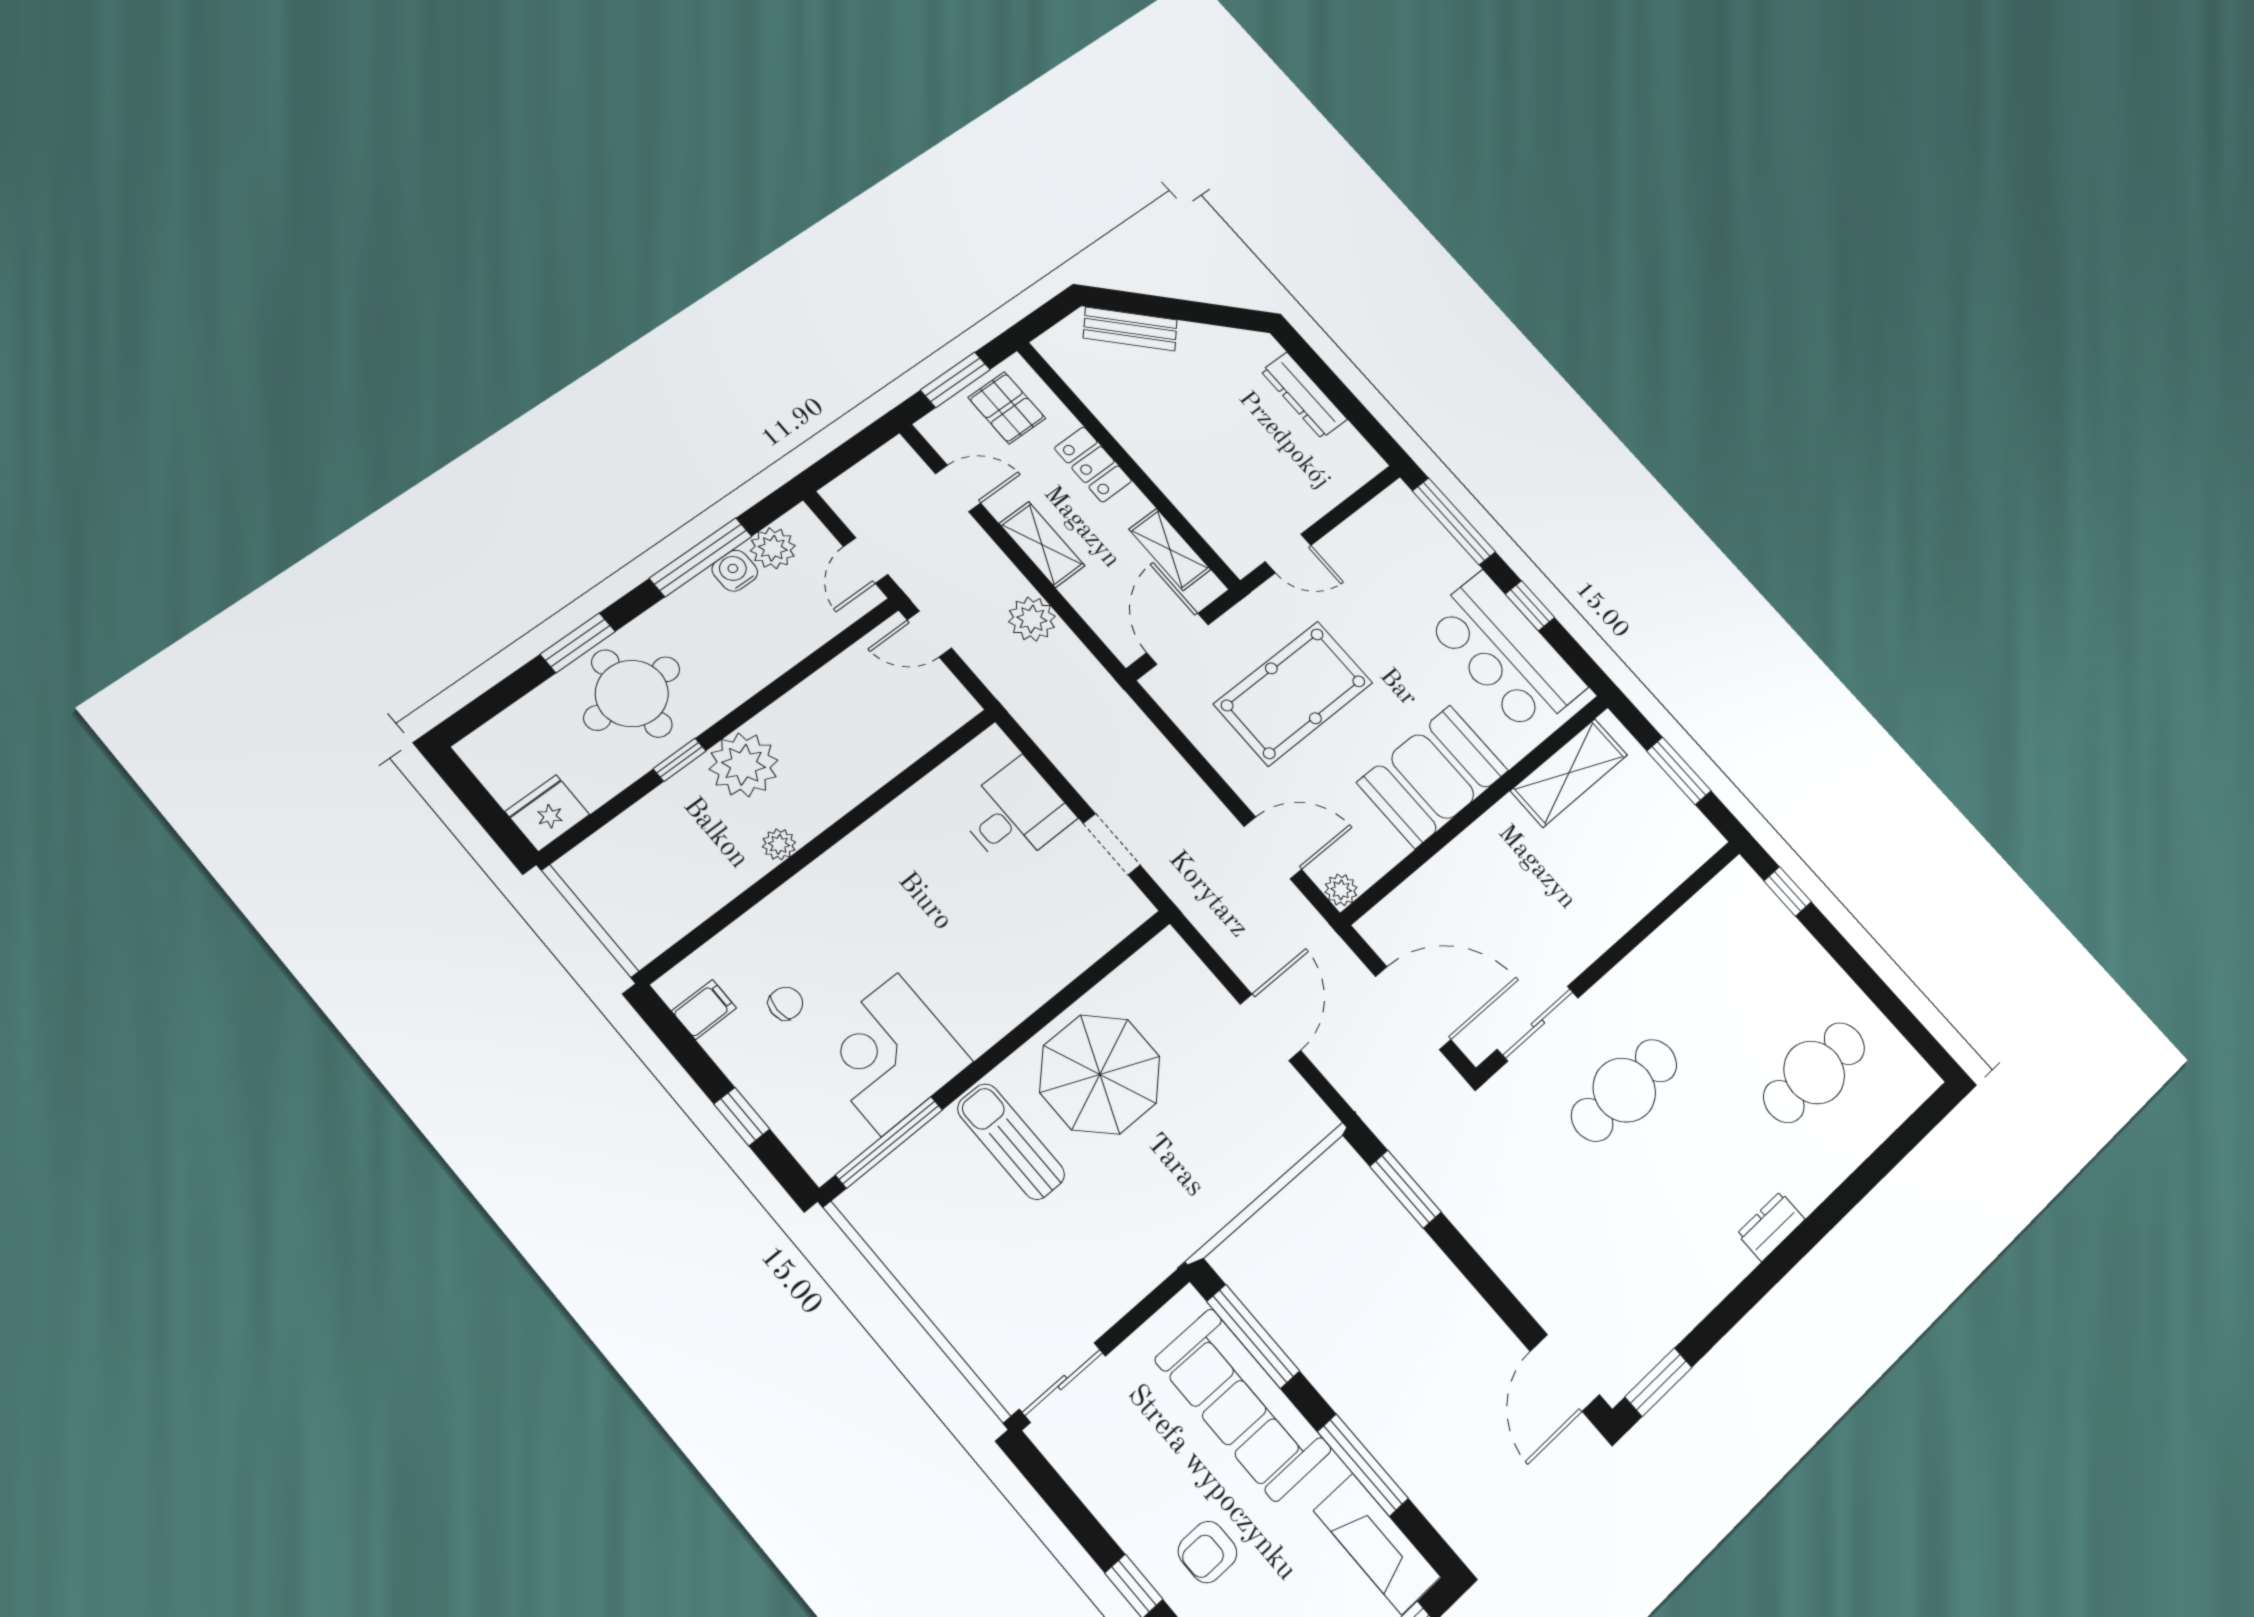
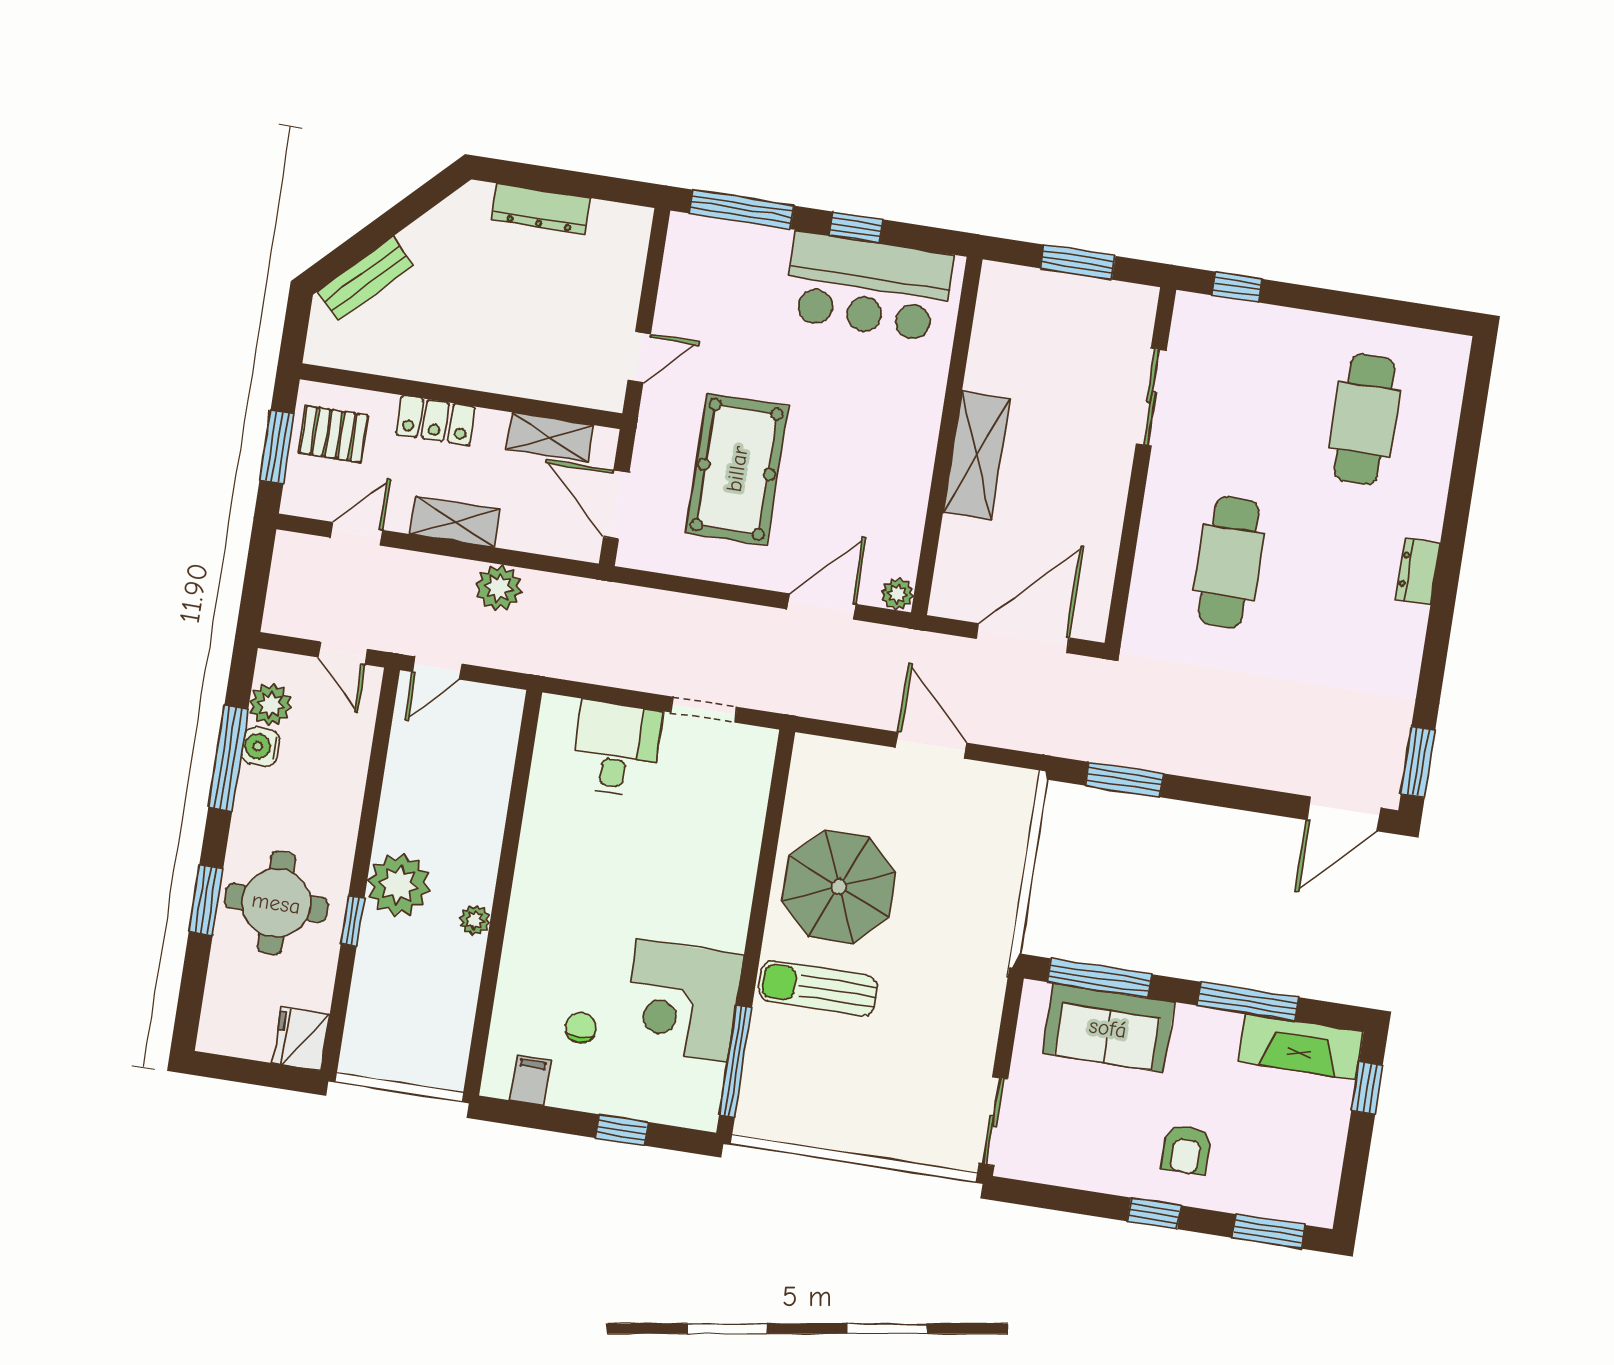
shelving: (1569, 773) -> (977, 456), moved
booth: (1433, 776) -> (894, 441), removed
sliding door: (1538, 1023) -> (1151, 397), moved
door: (1565, 1373) -> (1344, 814), hinge flipped
sofa: (1243, 1405) -> (1108, 1028), width x0.73

